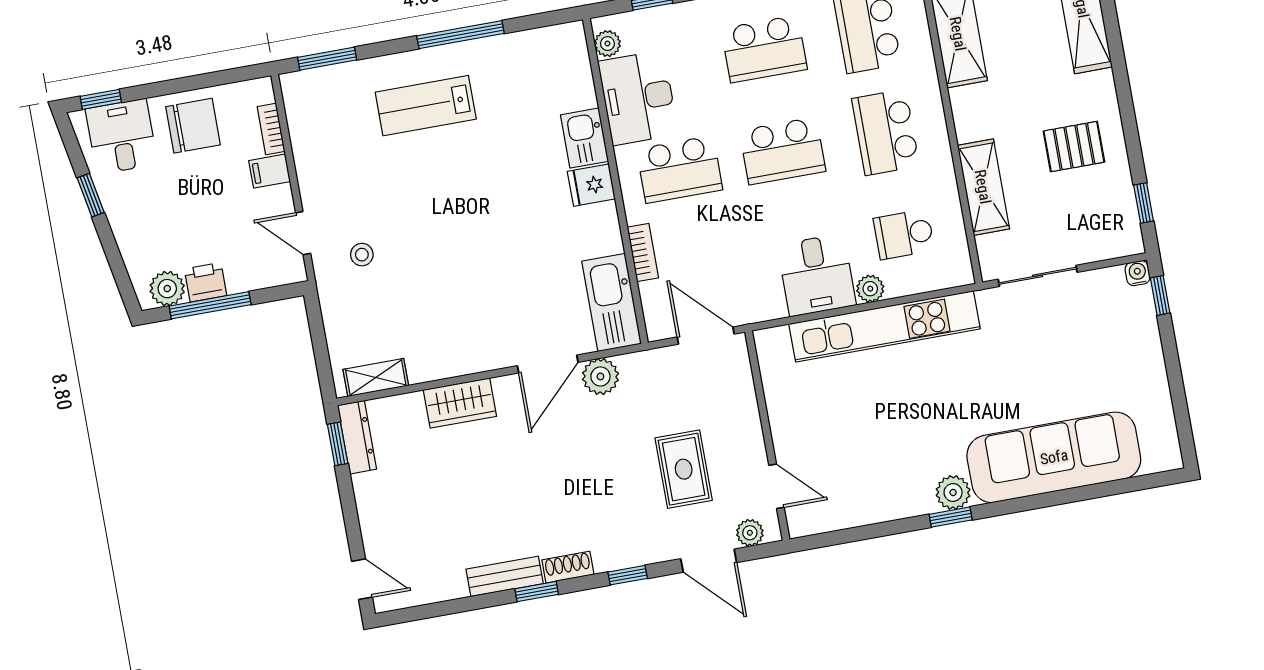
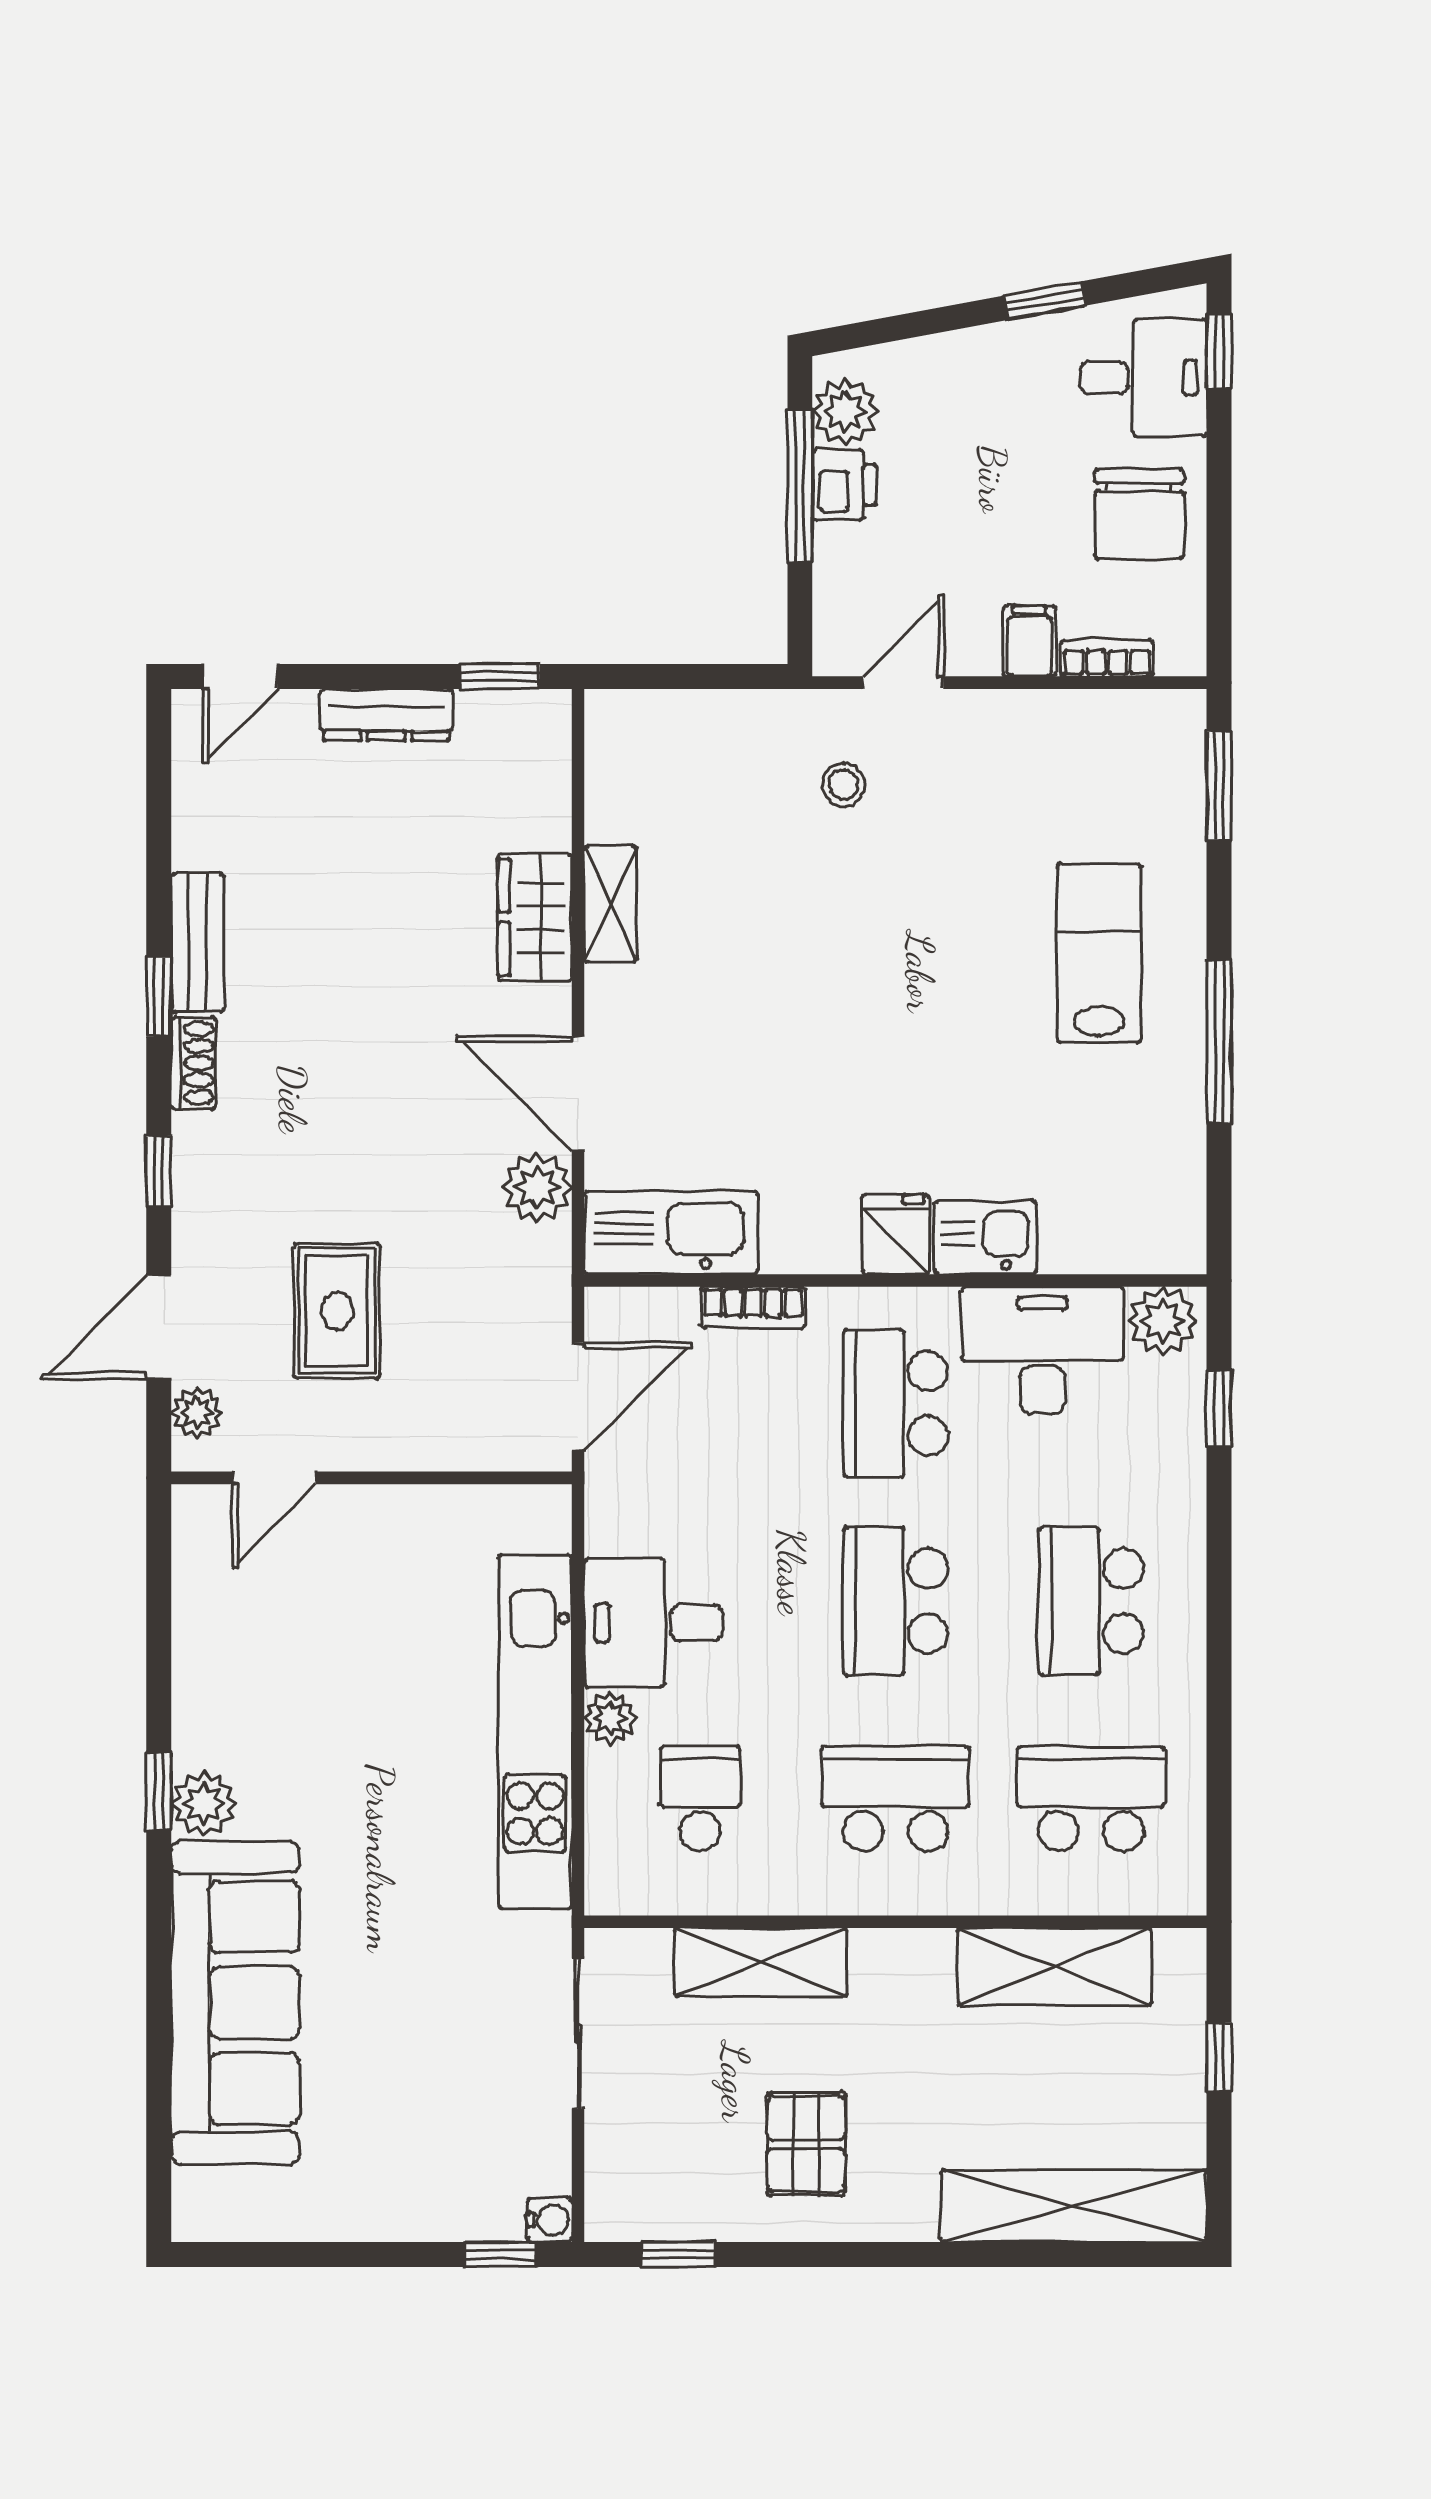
plant: (607, 44) -> (1163, 1321), width x1.38, depth x1.38
shelving: (376, 377) -> (610, 904), moved
dresser: (357, 437) -> (386, 715), moved
rug: (684, 469) -> (337, 1311), turned 90

